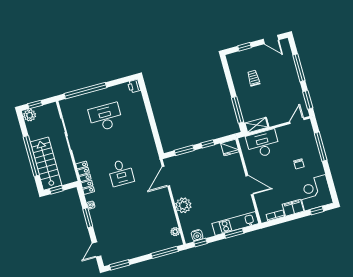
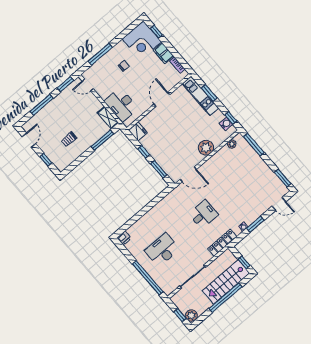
desk: (106, 117) -> (162, 250), turned 90

